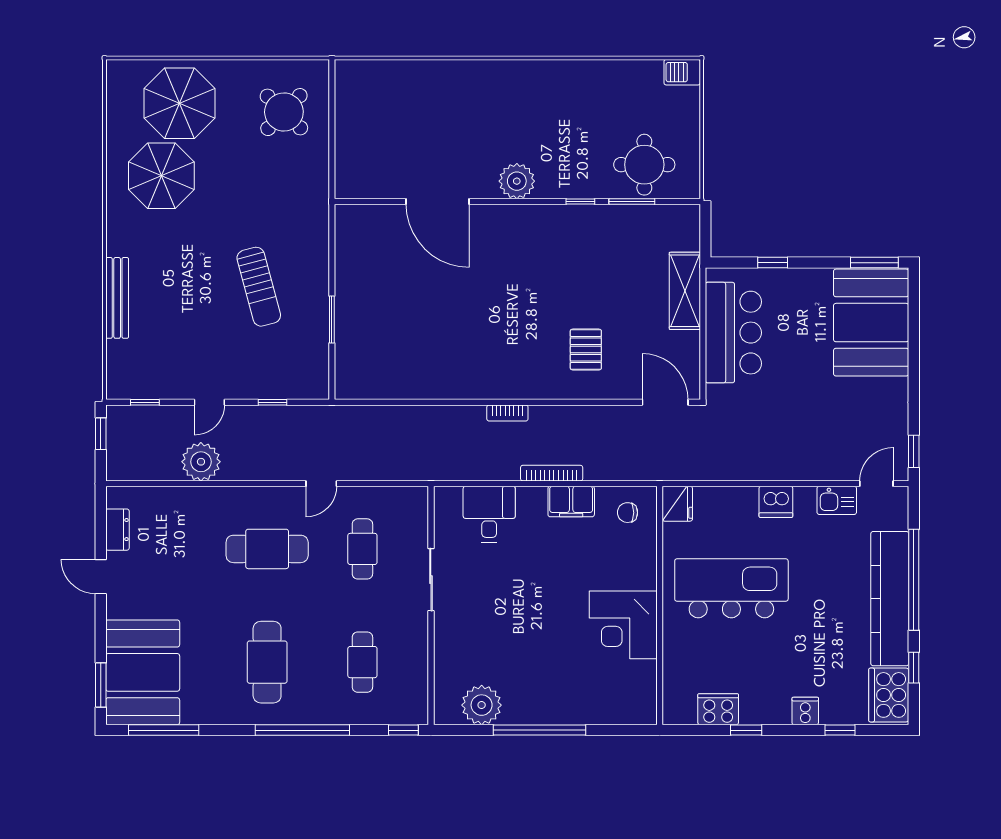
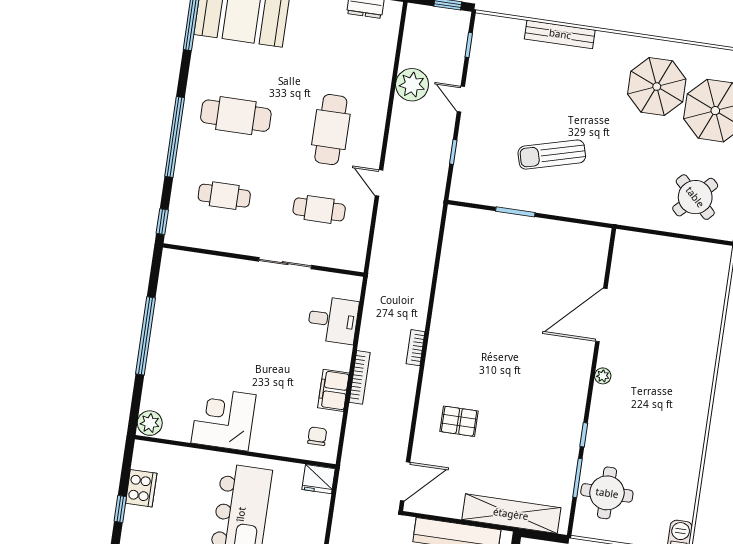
plant: (517, 181) -> (603, 376), width x0.53, depth x0.53
shelving: (685, 291) -> (511, 514), width x1.47
plant: (482, 705) -> (150, 423), moved, width x0.73, depth x0.73

